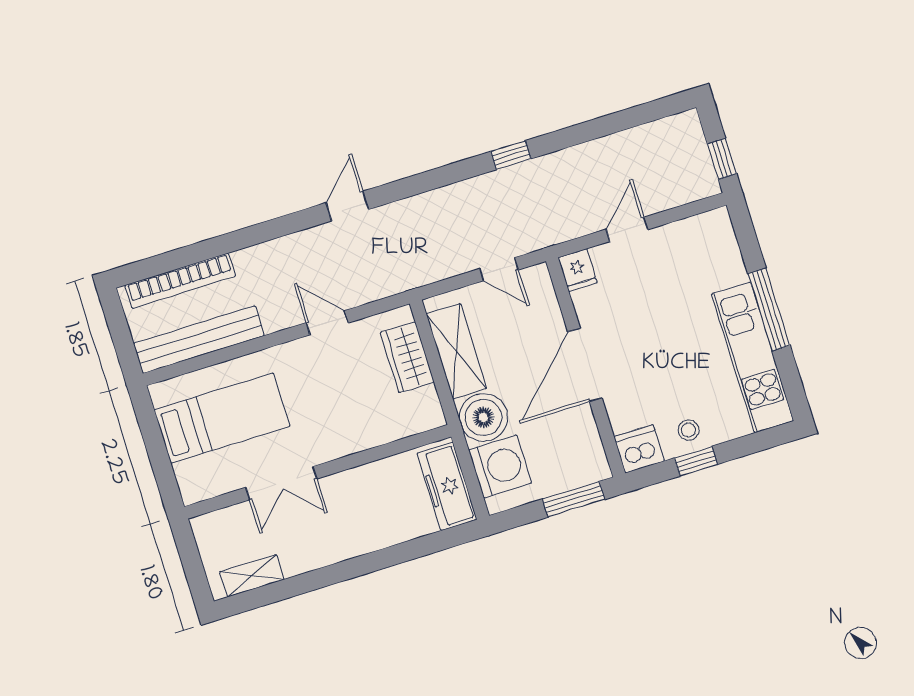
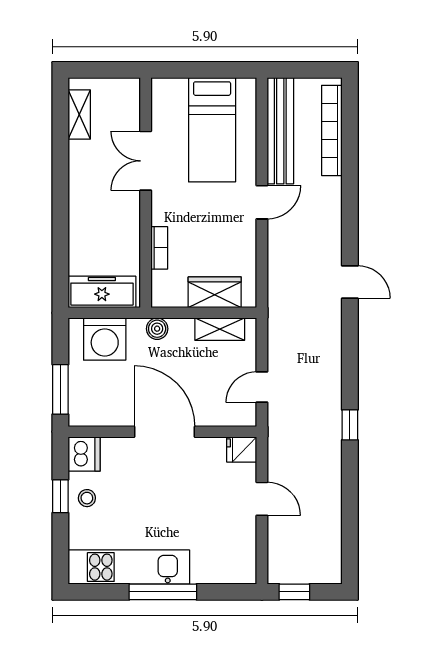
door: (327, 323) -> (262, 202), moved
shelving: (456, 351) -> (220, 329), width x0.67, depth x0.75
boiler: (483, 417) -> (157, 329), width x0.54, depth x0.54
bookcase: (376, 436) -> (159, 248), added

